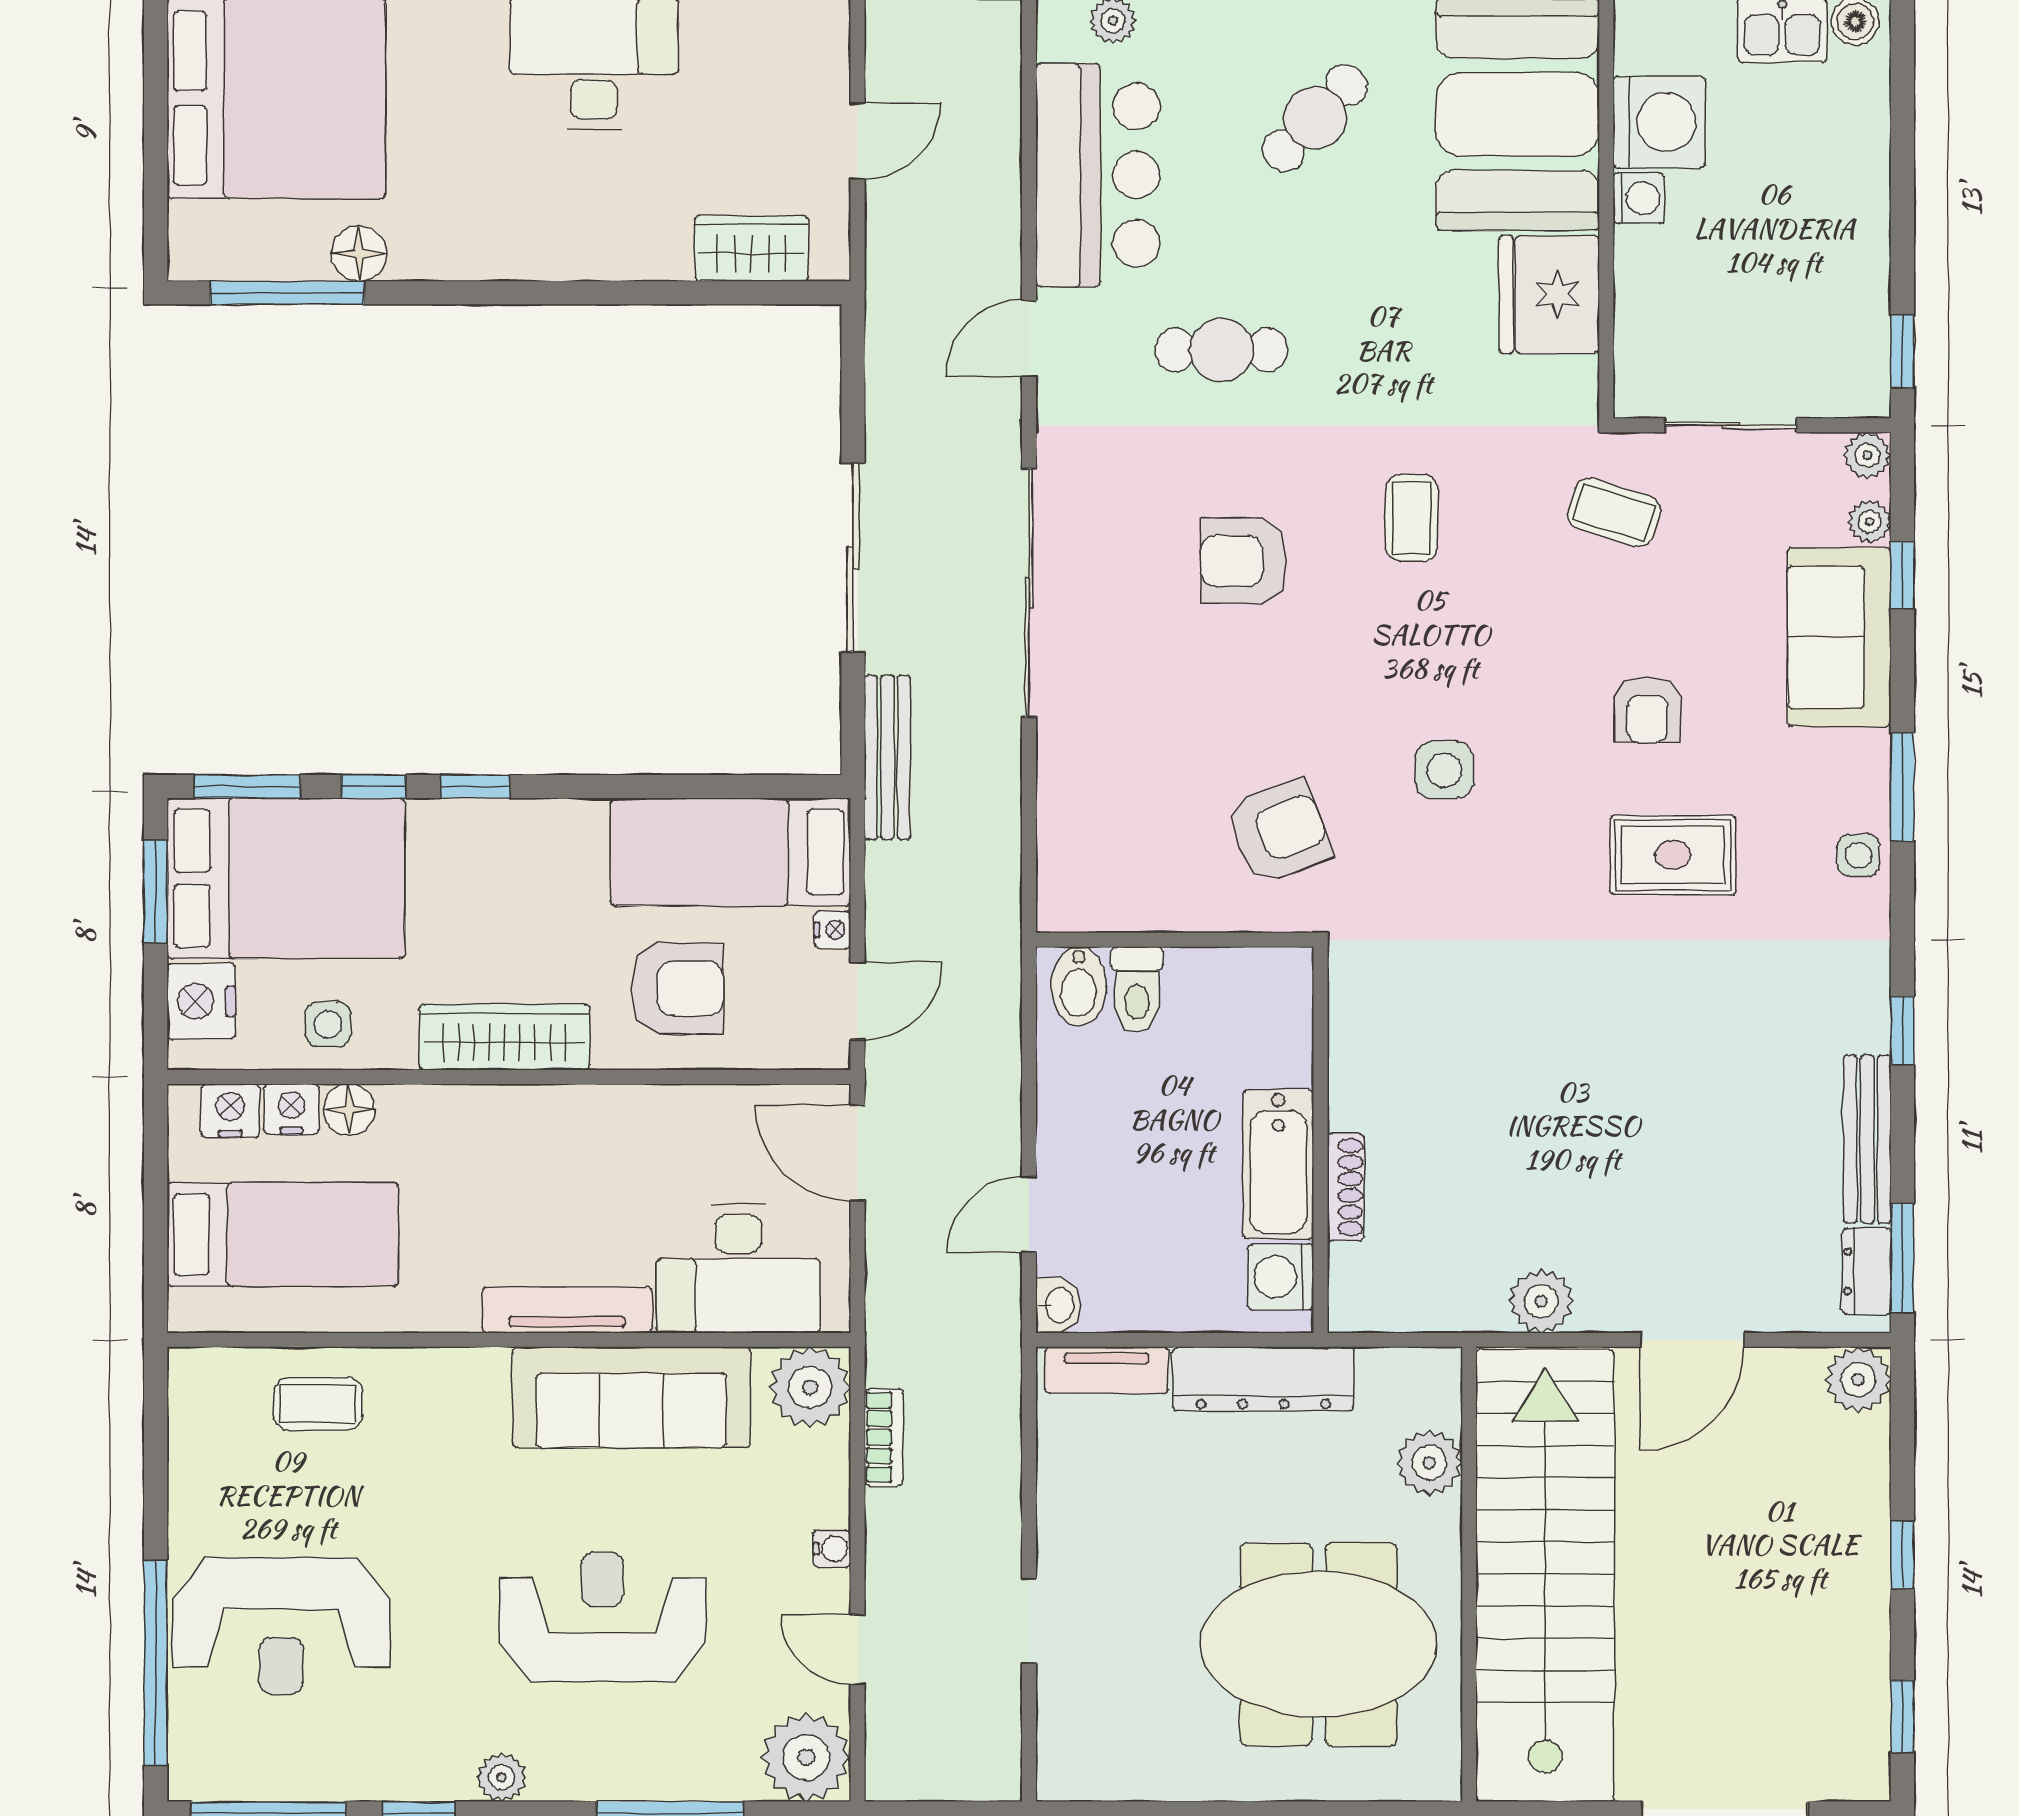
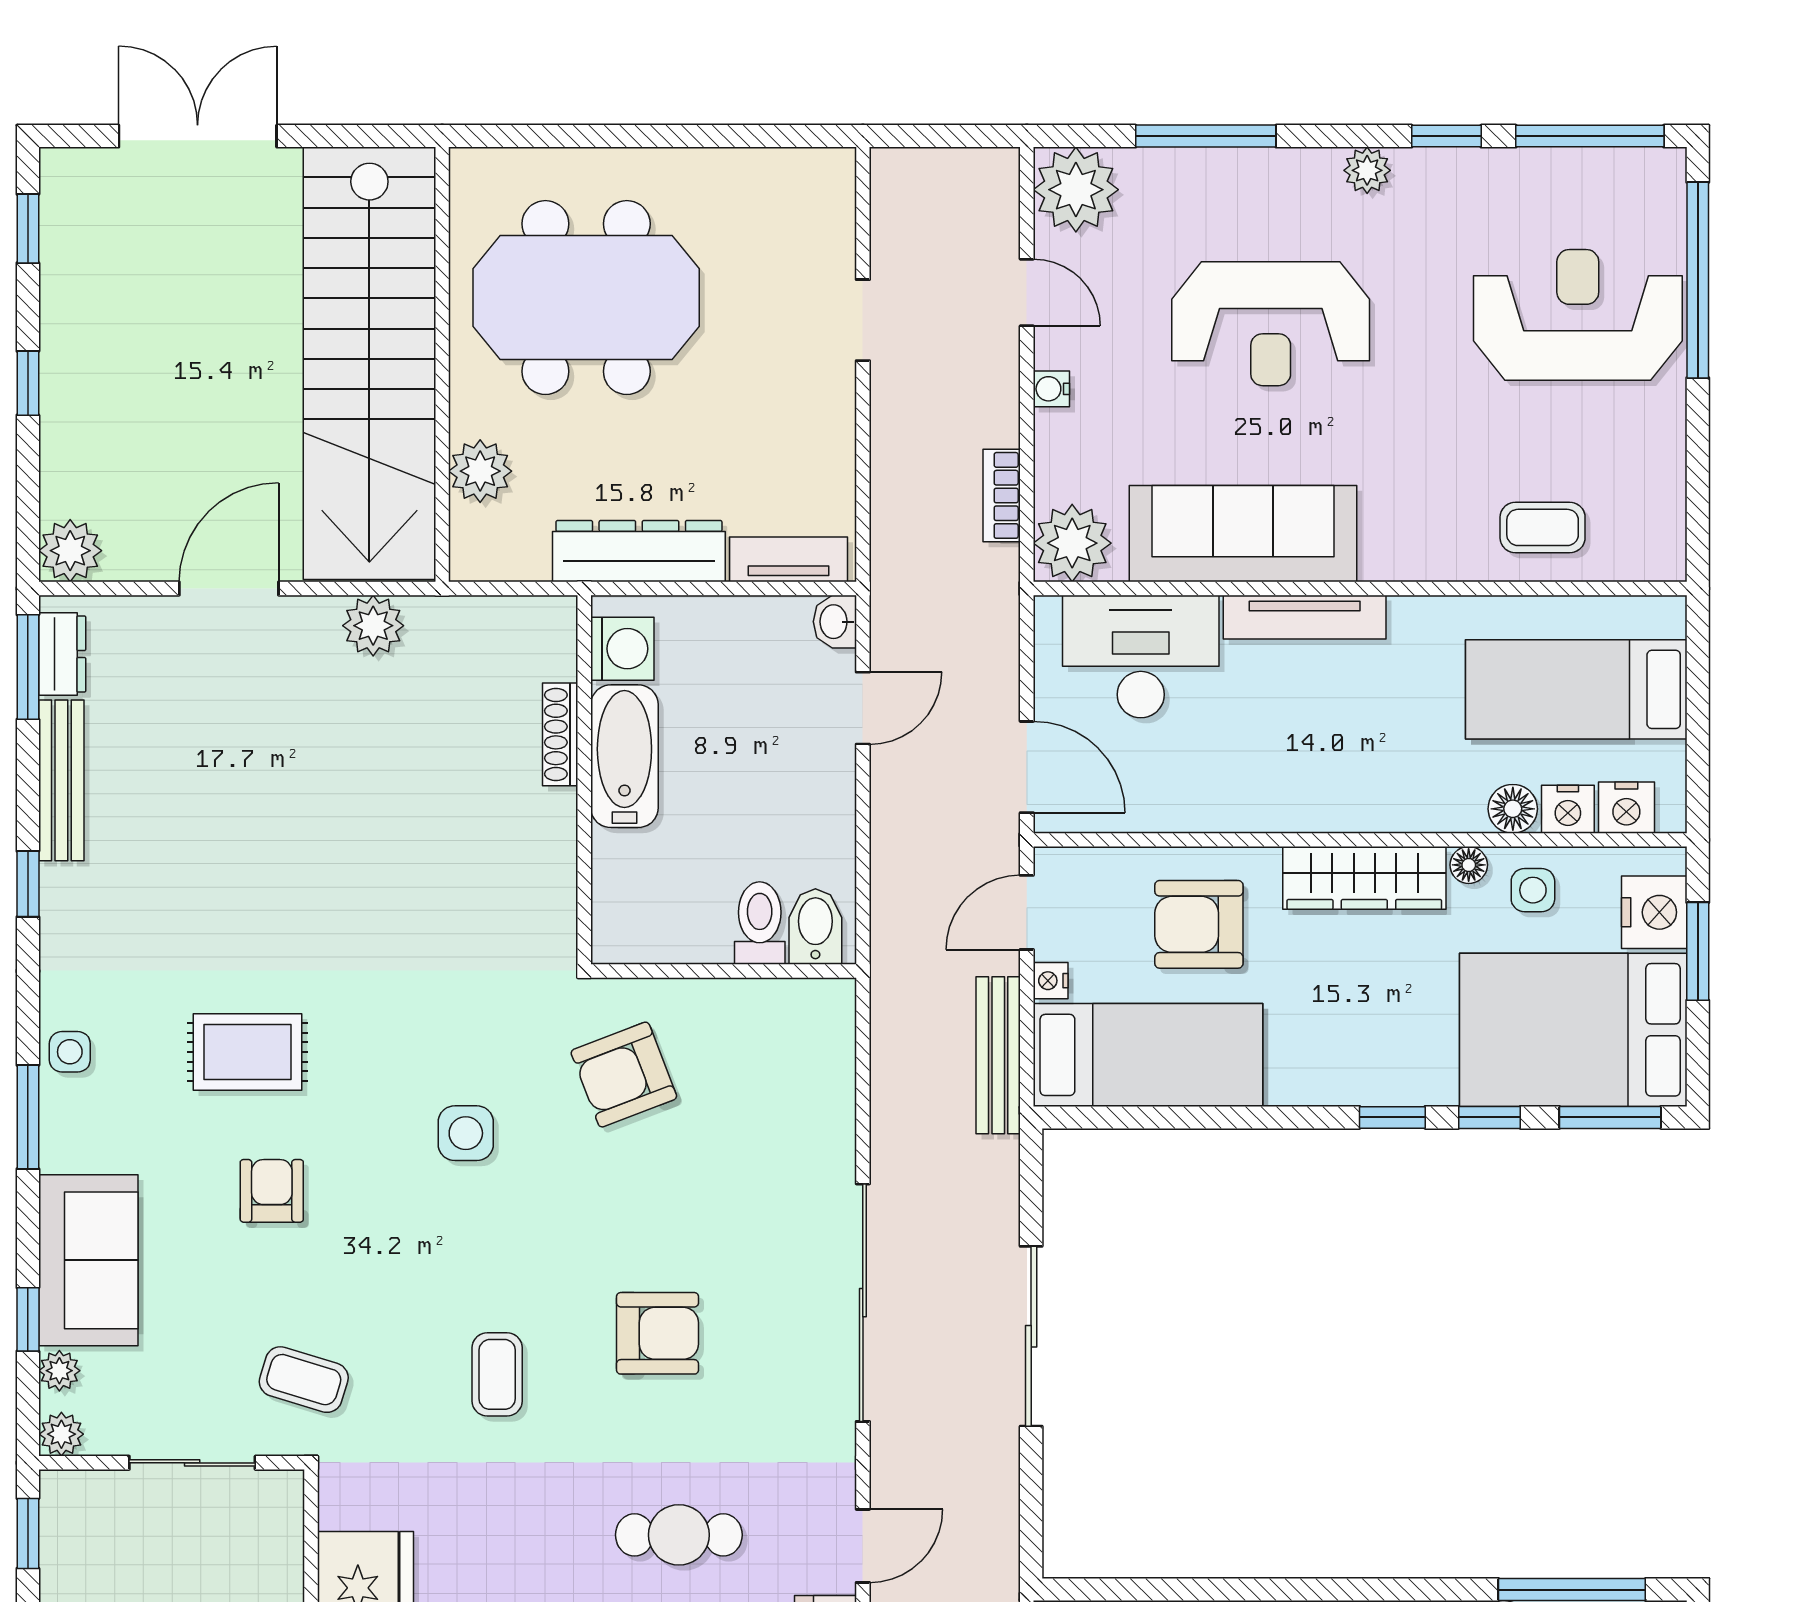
bench: (887, 757) -> (998, 1055), moved
window: (156, 891) -> (1698, 951), moved
floor lamp: (395, 1051) -> (1469, 865), added

